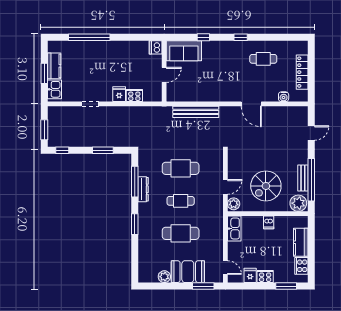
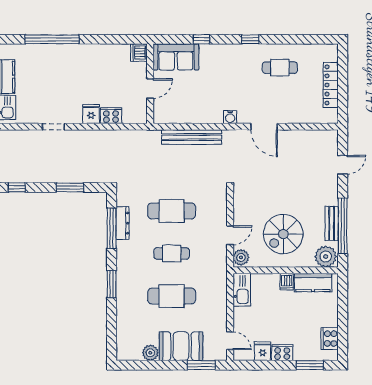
water cooler: (284, 97) -> (230, 117), moved
dresser: (143, 189) -> (123, 223), moved
kitchen counter: (301, 242) -> (313, 283), moved, turned -90

